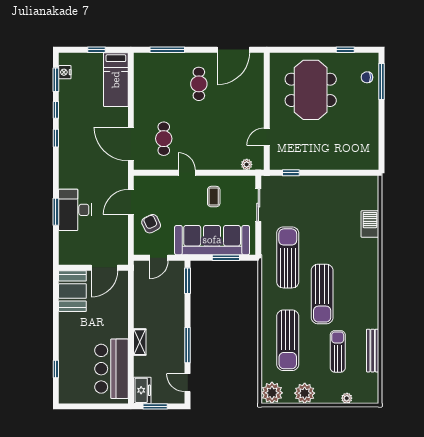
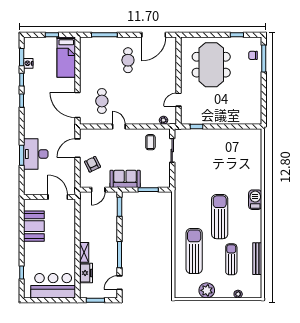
nightstand: (65, 72) -> (28, 63), moved
coffee table: (214, 197) -> (150, 142), moved
barbecue: (370, 224) -> (255, 200), moved
sofa: (212, 240) -> (125, 179), width x0.54, depth x0.79
sun lounger: (288, 257) -> (194, 189), removed
door: (104, 268) -> (58, 197), swing flipped
booth: (72, 291) -> (34, 226), moved
sun lounger: (322, 294) -> (220, 217), turned 180
sun lounger: (288, 340) -> (194, 251), turned 180
bar counter: (111, 369) -> (53, 286), moved, turned 90
door: (188, 383) -> (120, 283), hinge flipped
freezer: (142, 390) -> (86, 273), moved
plant: (272, 393) -> (182, 290), removed

